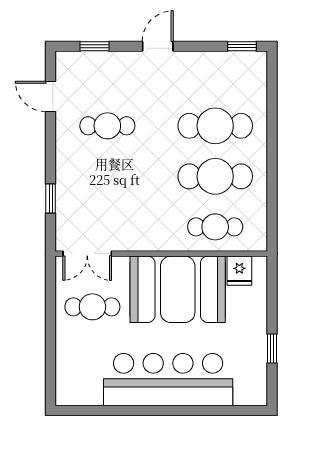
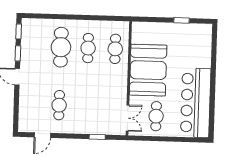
window: (94, 46) -> (18, 53), moved
cafe table: (215, 176) -> (88, 48), width x0.73, depth x0.74
fridge: (239, 271) -> (139, 37), removed
bar counter: (168, 380) -> (196, 103), moved

